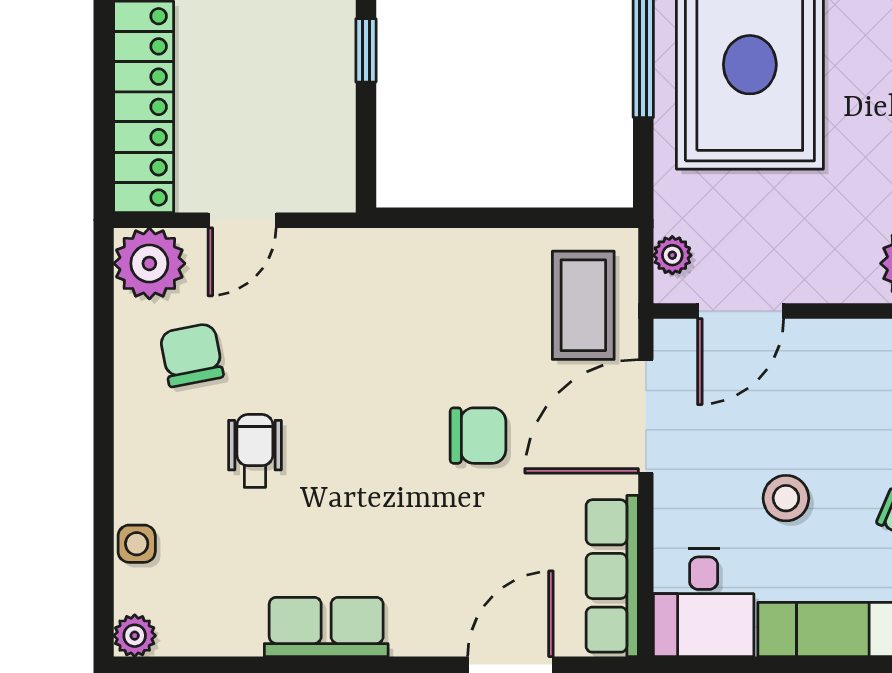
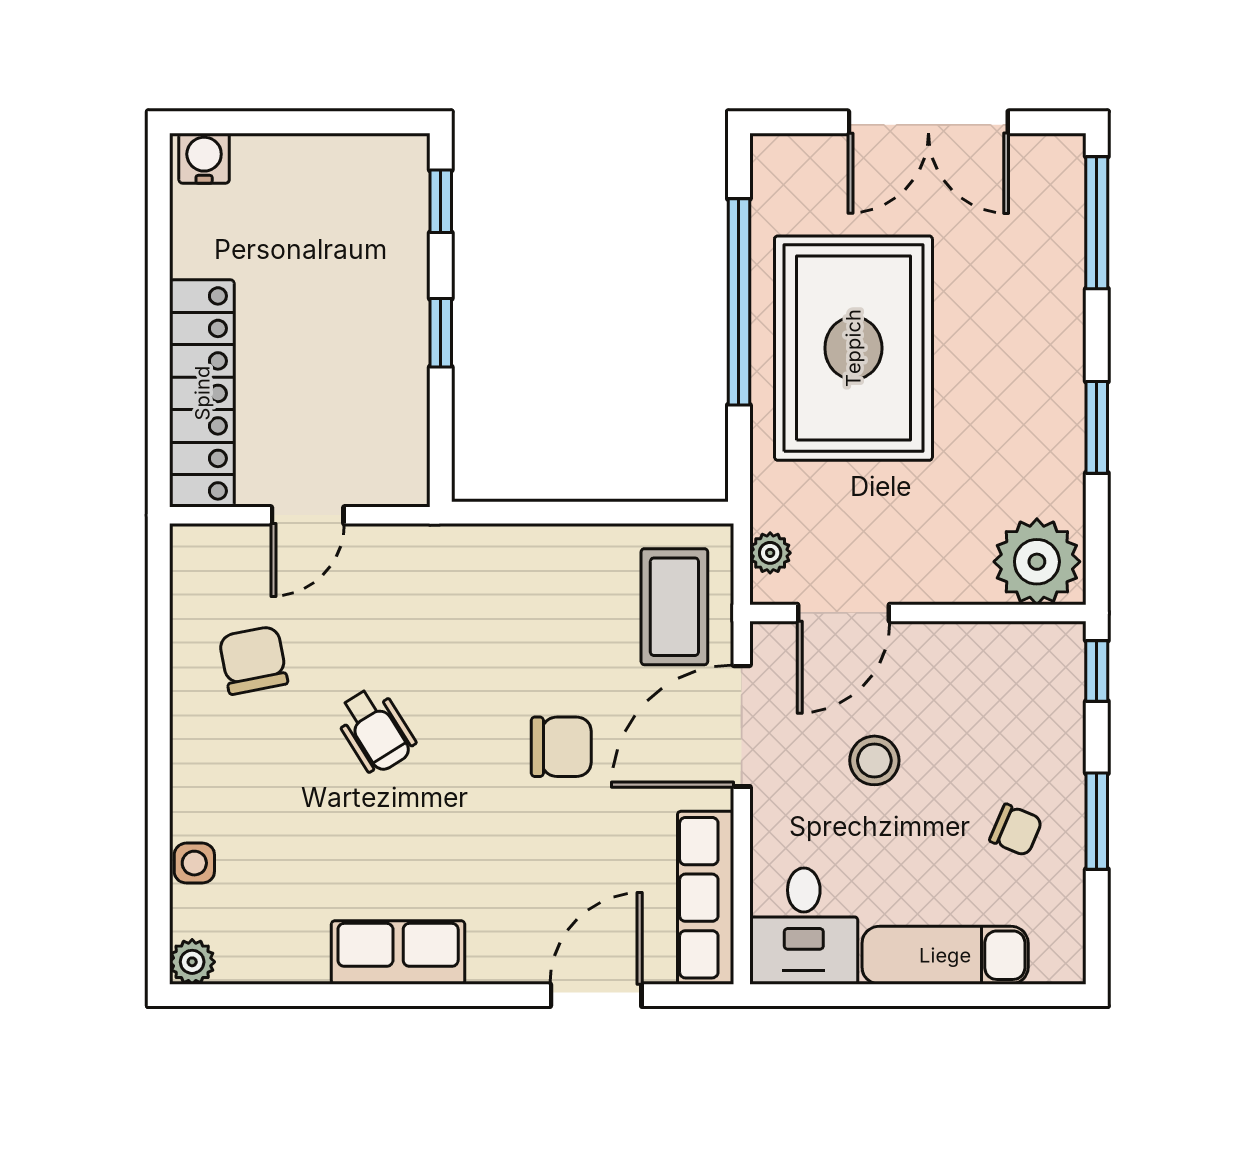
plant: (149, 263) -> (208, 562), removed
wheelchair: (255, 451) -> (375, 730), moved, turned 148
stool: (786, 498) -> (874, 760), moved

